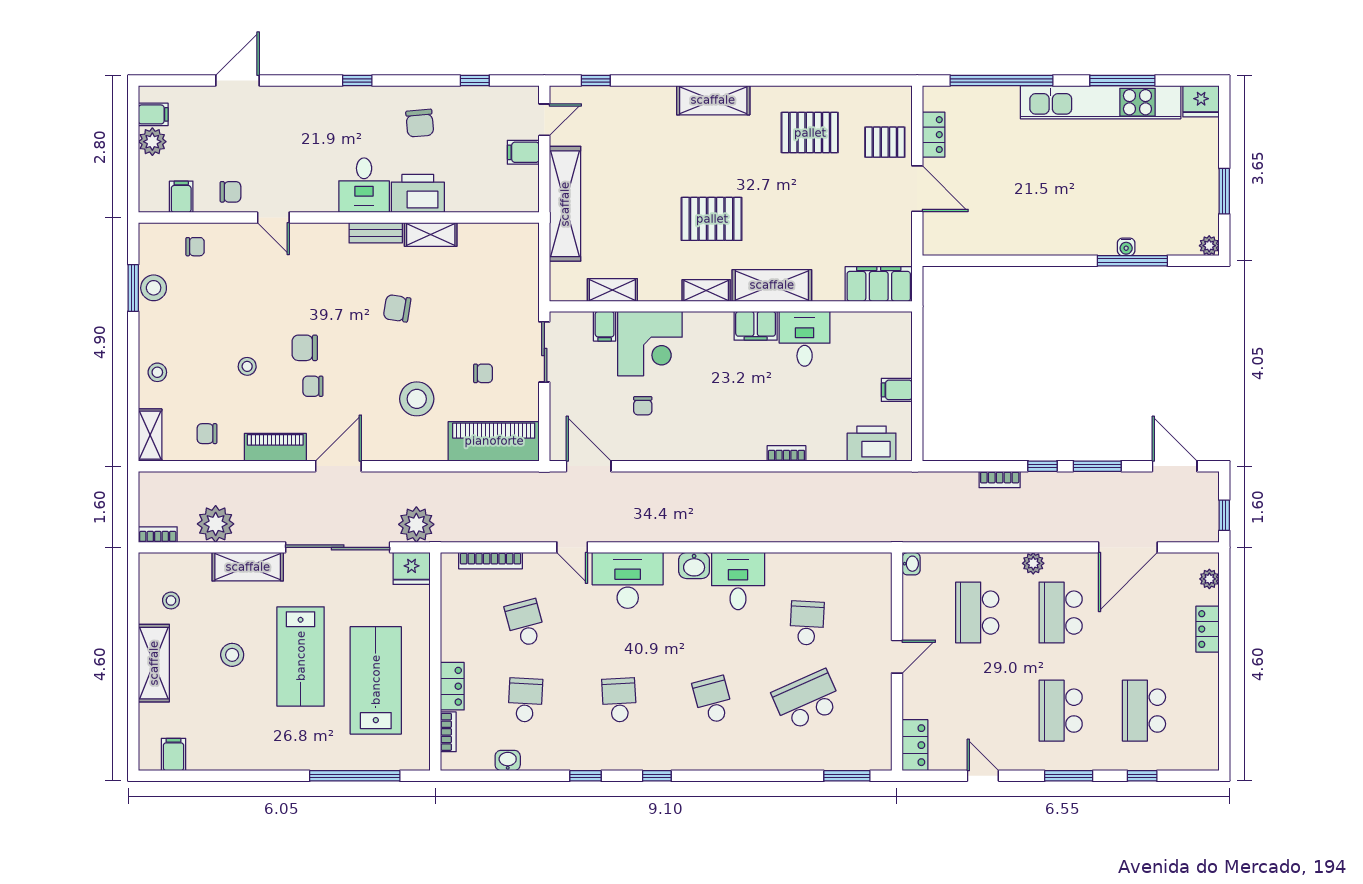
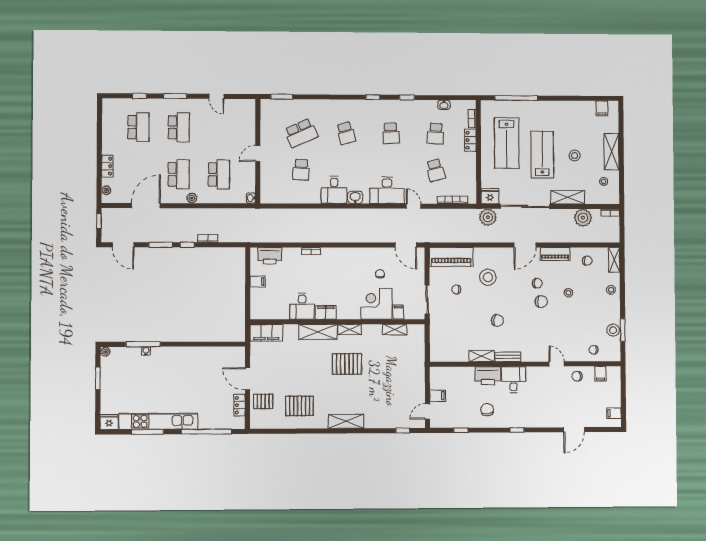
plant: (152, 142) -> (614, 400), removed
shelving: (565, 204) -> (417, 371), removed
locker: (915, 745) -> (249, 111), removed

